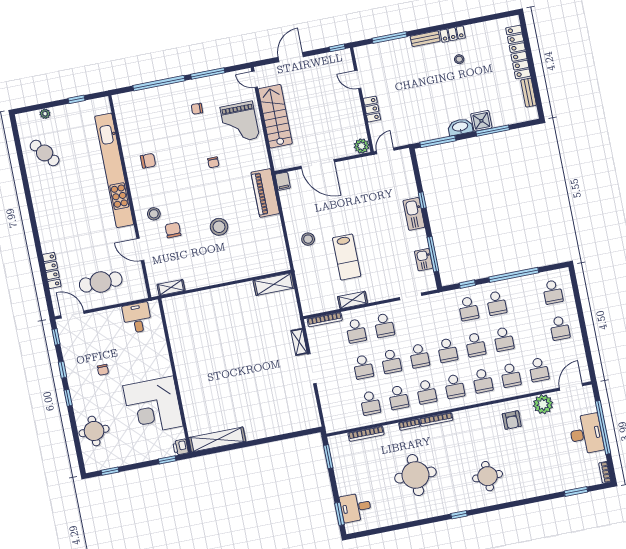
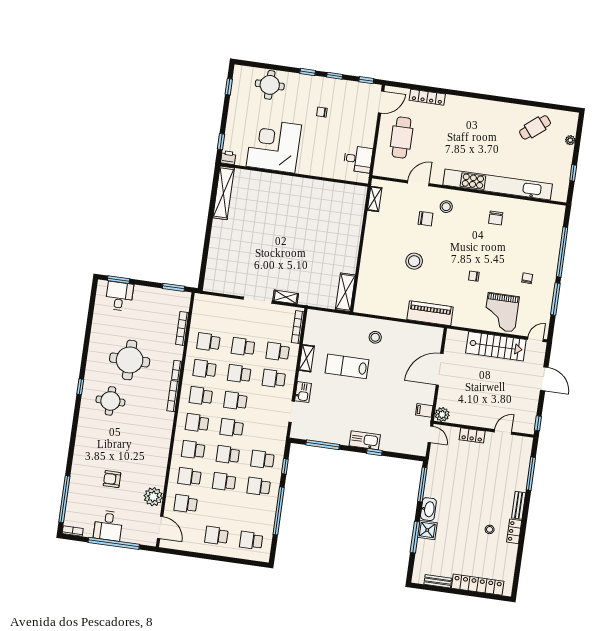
grand piano: (240, 123) -> (501, 312), turned -90
filing cabinet: (283, 181) -> (424, 410), moved
kitchen sink: (424, 260) -> (303, 392), moved, turned 90
armchair: (512, 420) -> (112, 479), moved
desk: (586, 434) -> (108, 526), width x0.73
round table: (488, 476) -> (110, 401), moved
window: (576, 492) -> (64, 499), width x2.11

